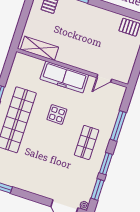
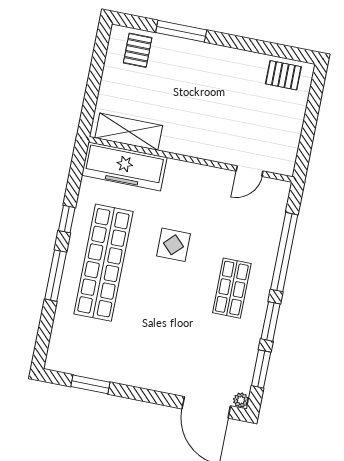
freezer: (64, 77) -> (124, 166), moved
window: (118, 126) -> (284, 252), width x1.46

